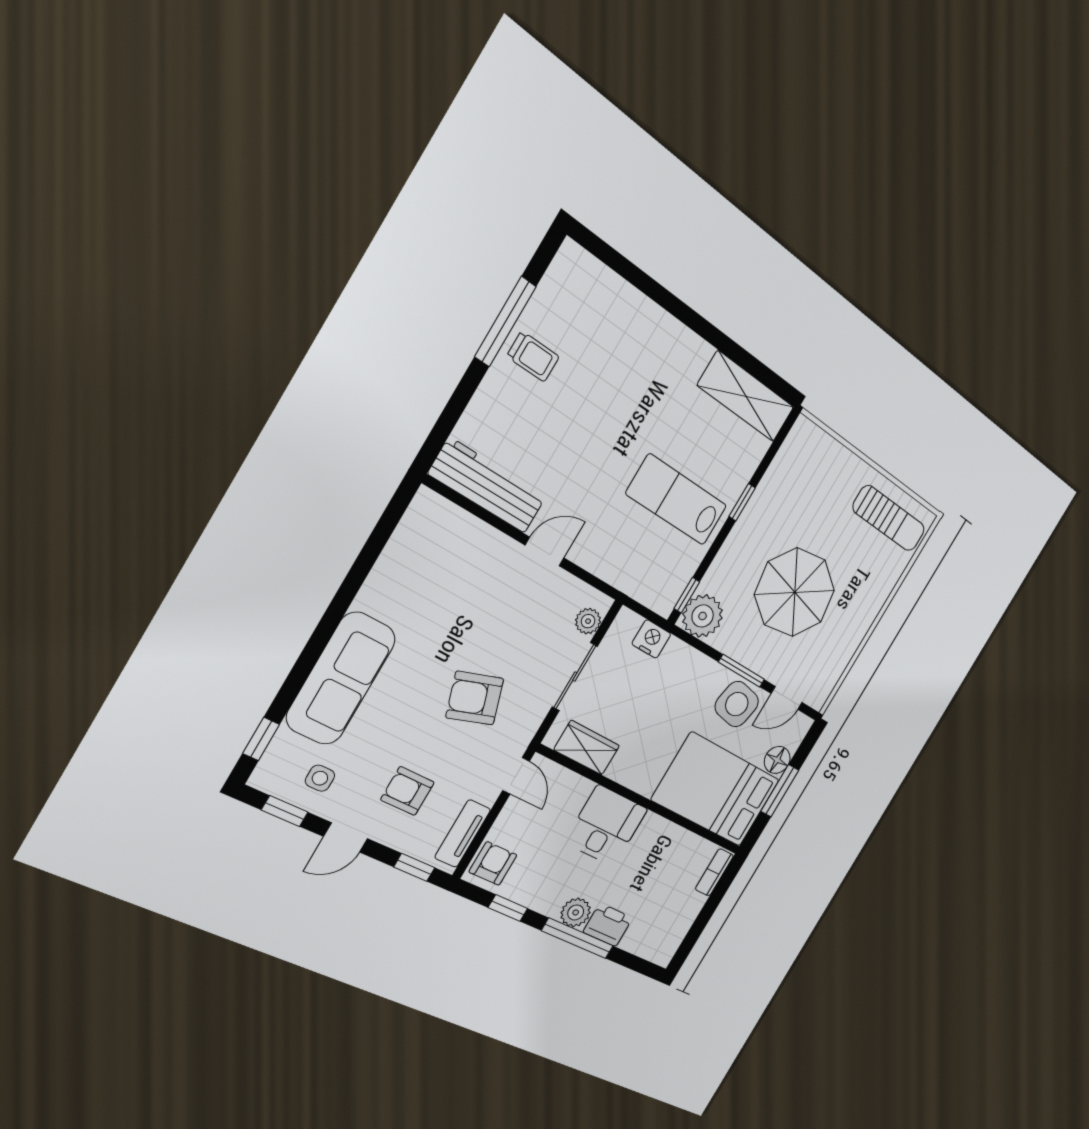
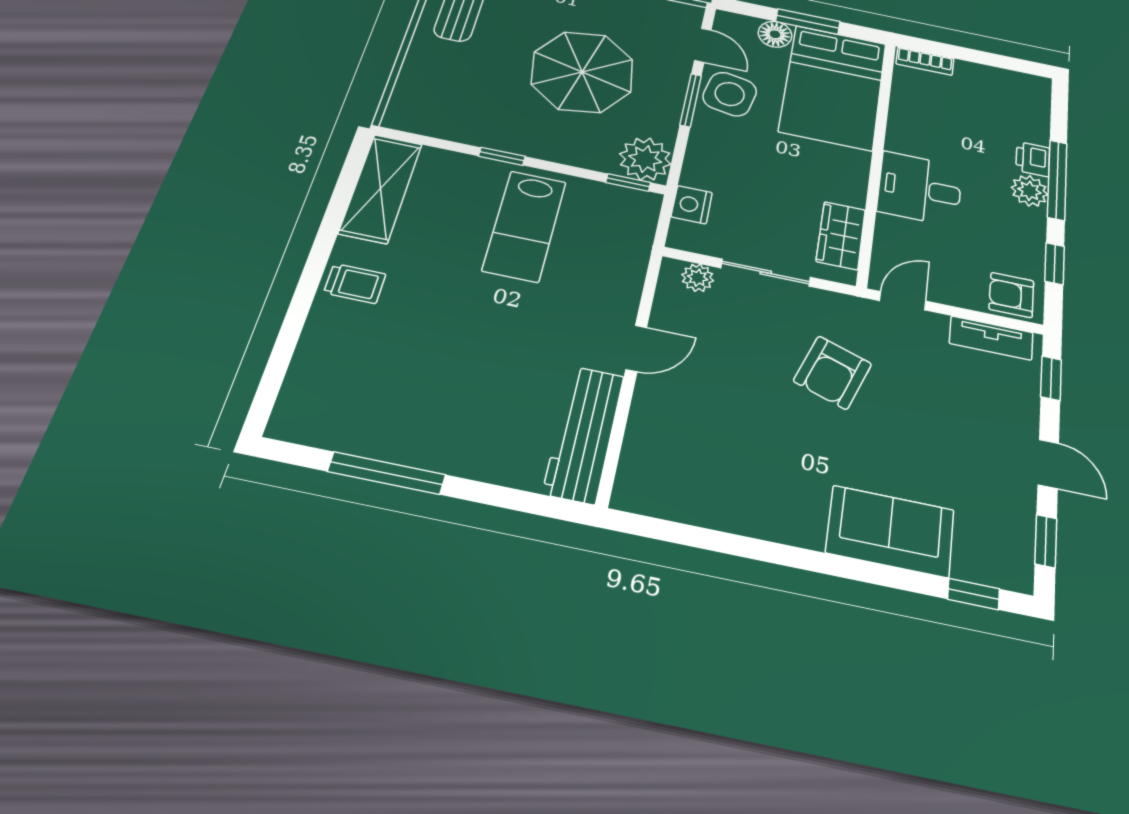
trolley: (533, 357) -> (355, 283), moved, turned 90
door: (545, 552) -> (636, 348), swing flipped
sofa: (341, 678) -> (890, 531), width x0.73
armchair: (475, 698) -> (833, 372), turned 37
side table: (320, 778) -> (992, 514), removed
armchair: (407, 791) -> (968, 413), removed
printer: (608, 925) -> (1033, 159), width x0.73, depth x0.81

